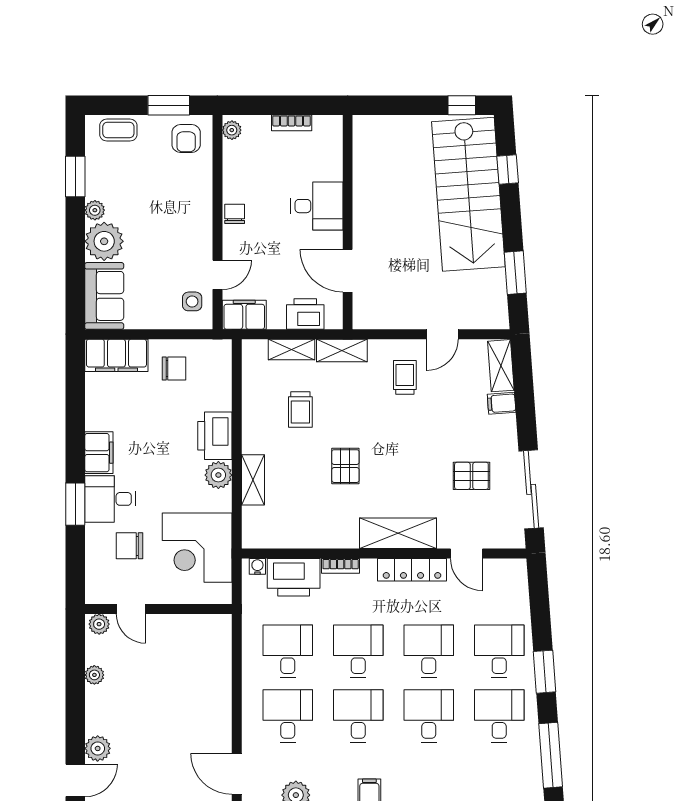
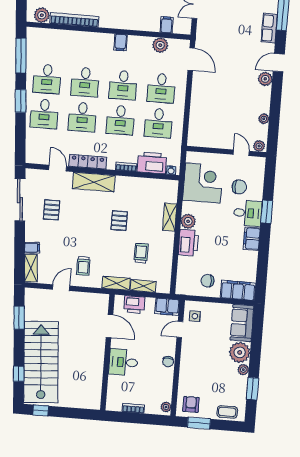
pallet: (471, 476) -> (52, 210), turned 90

